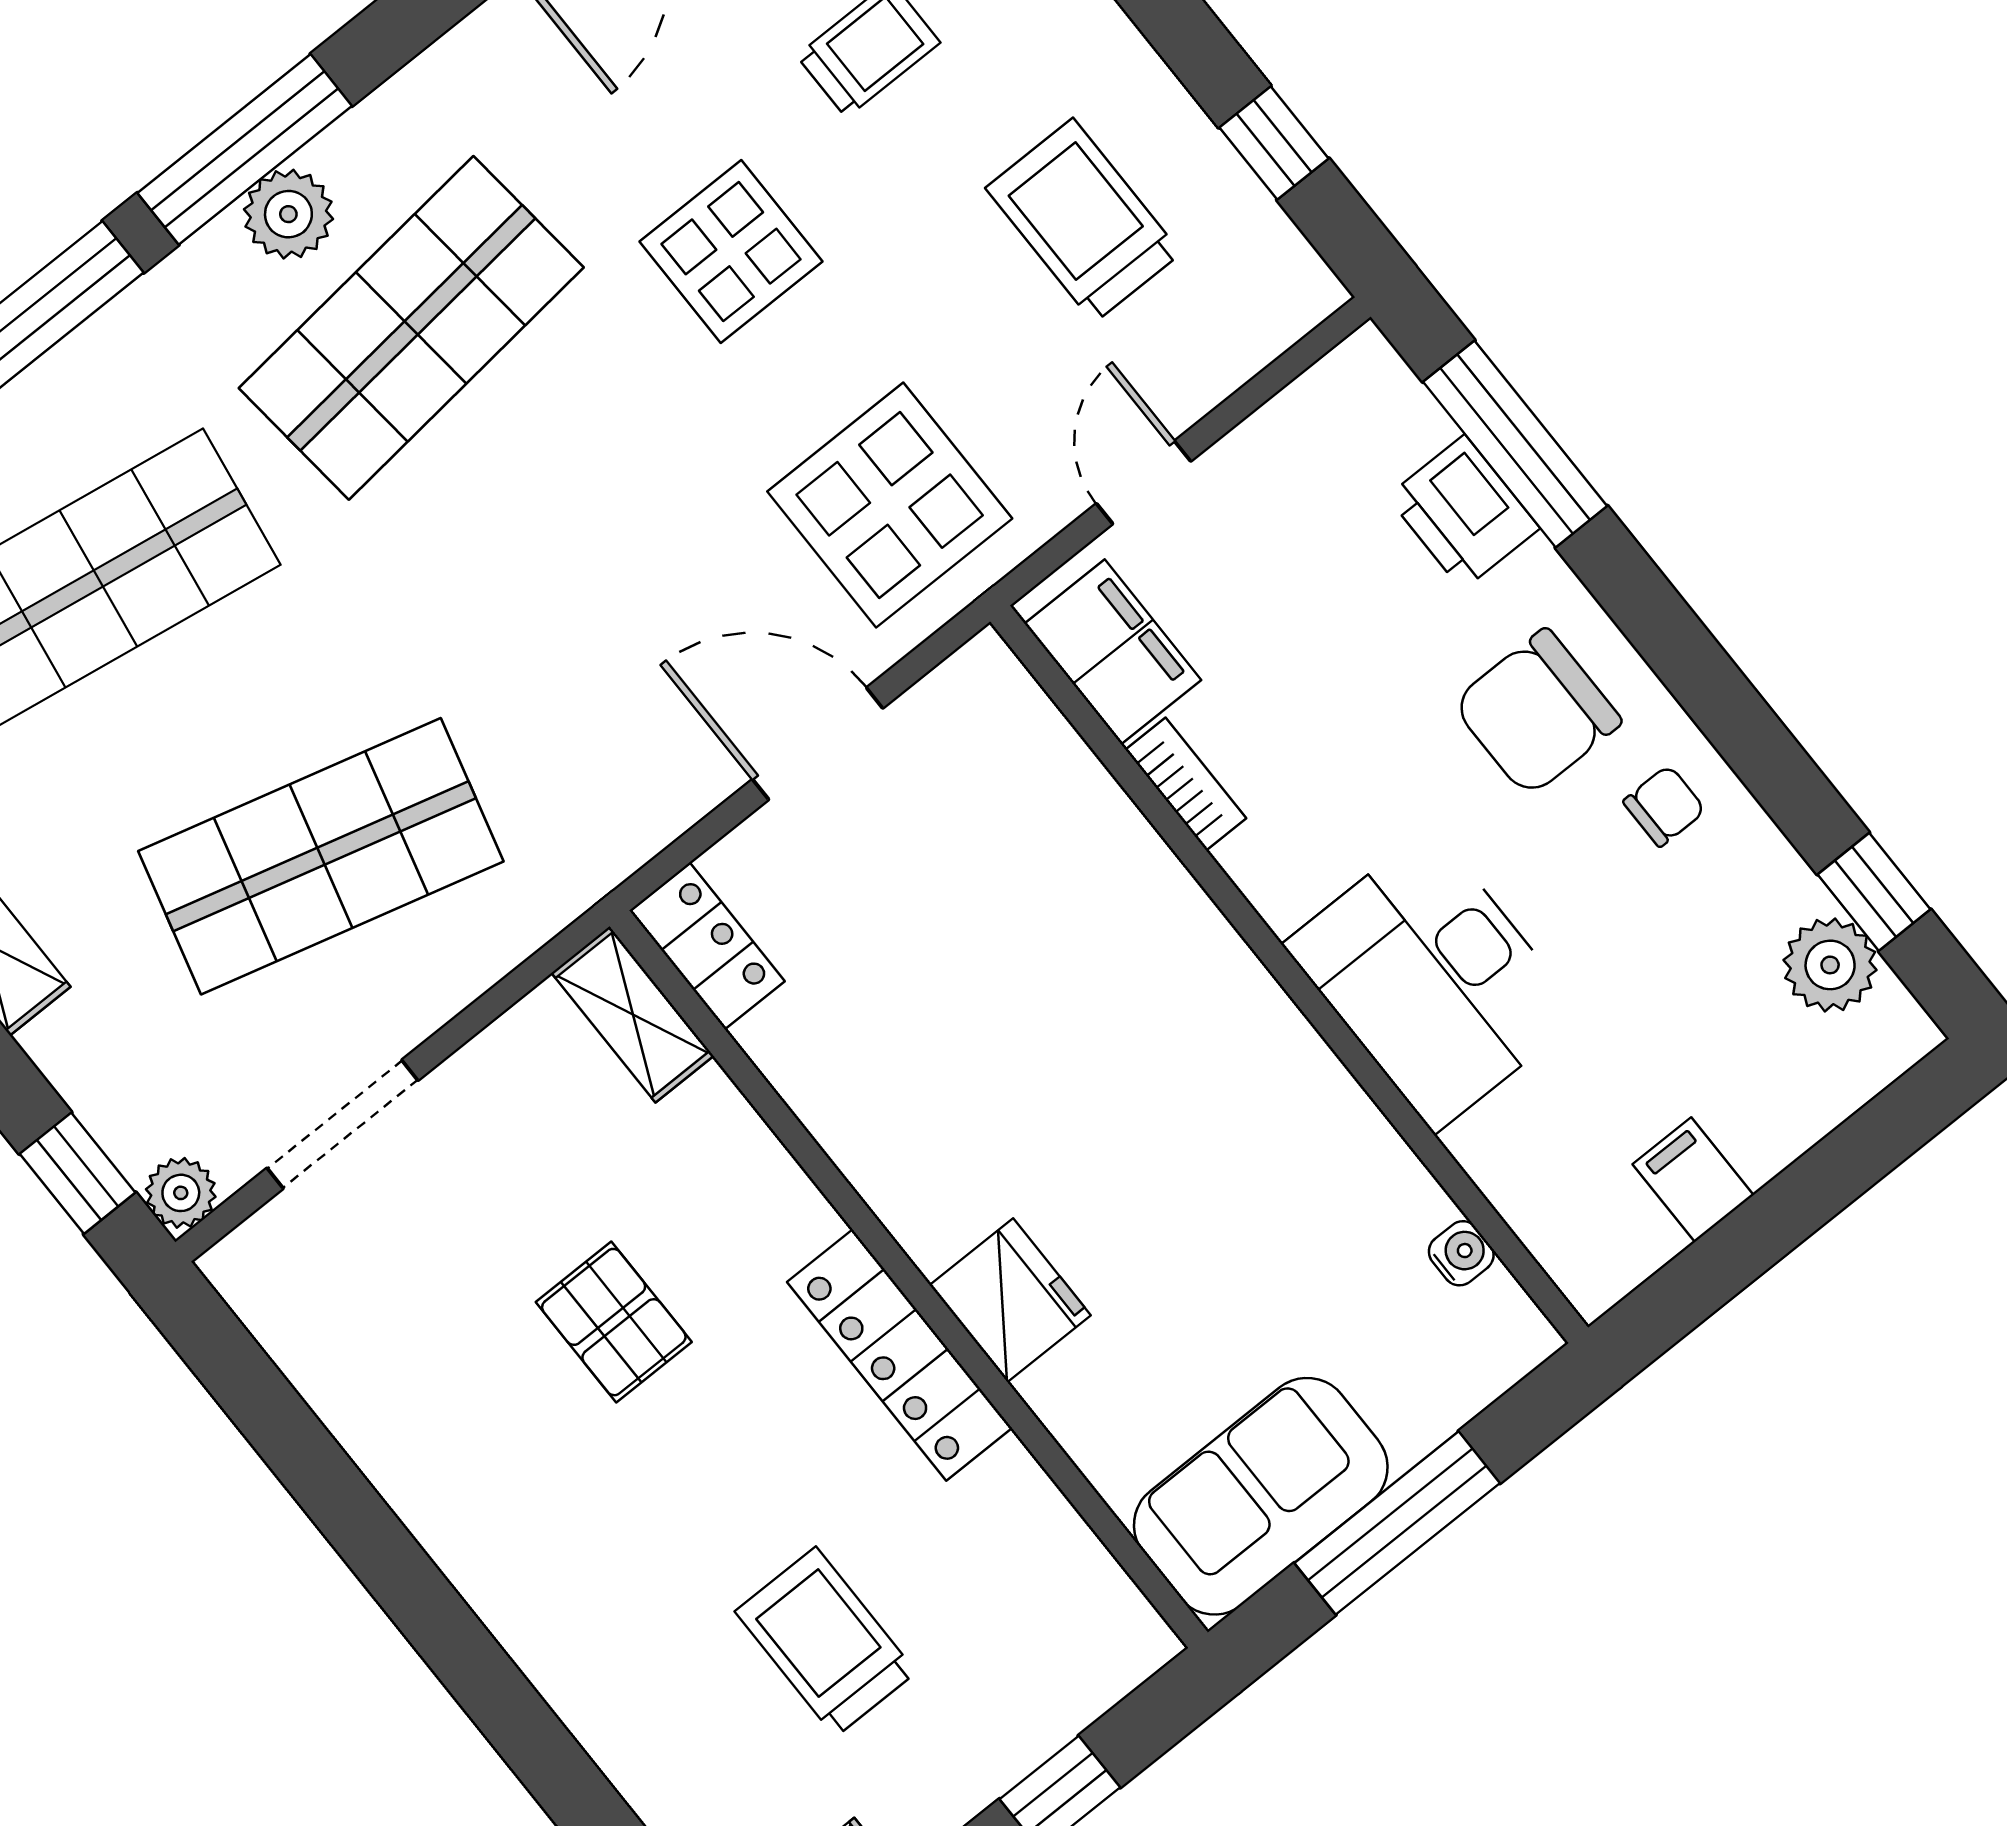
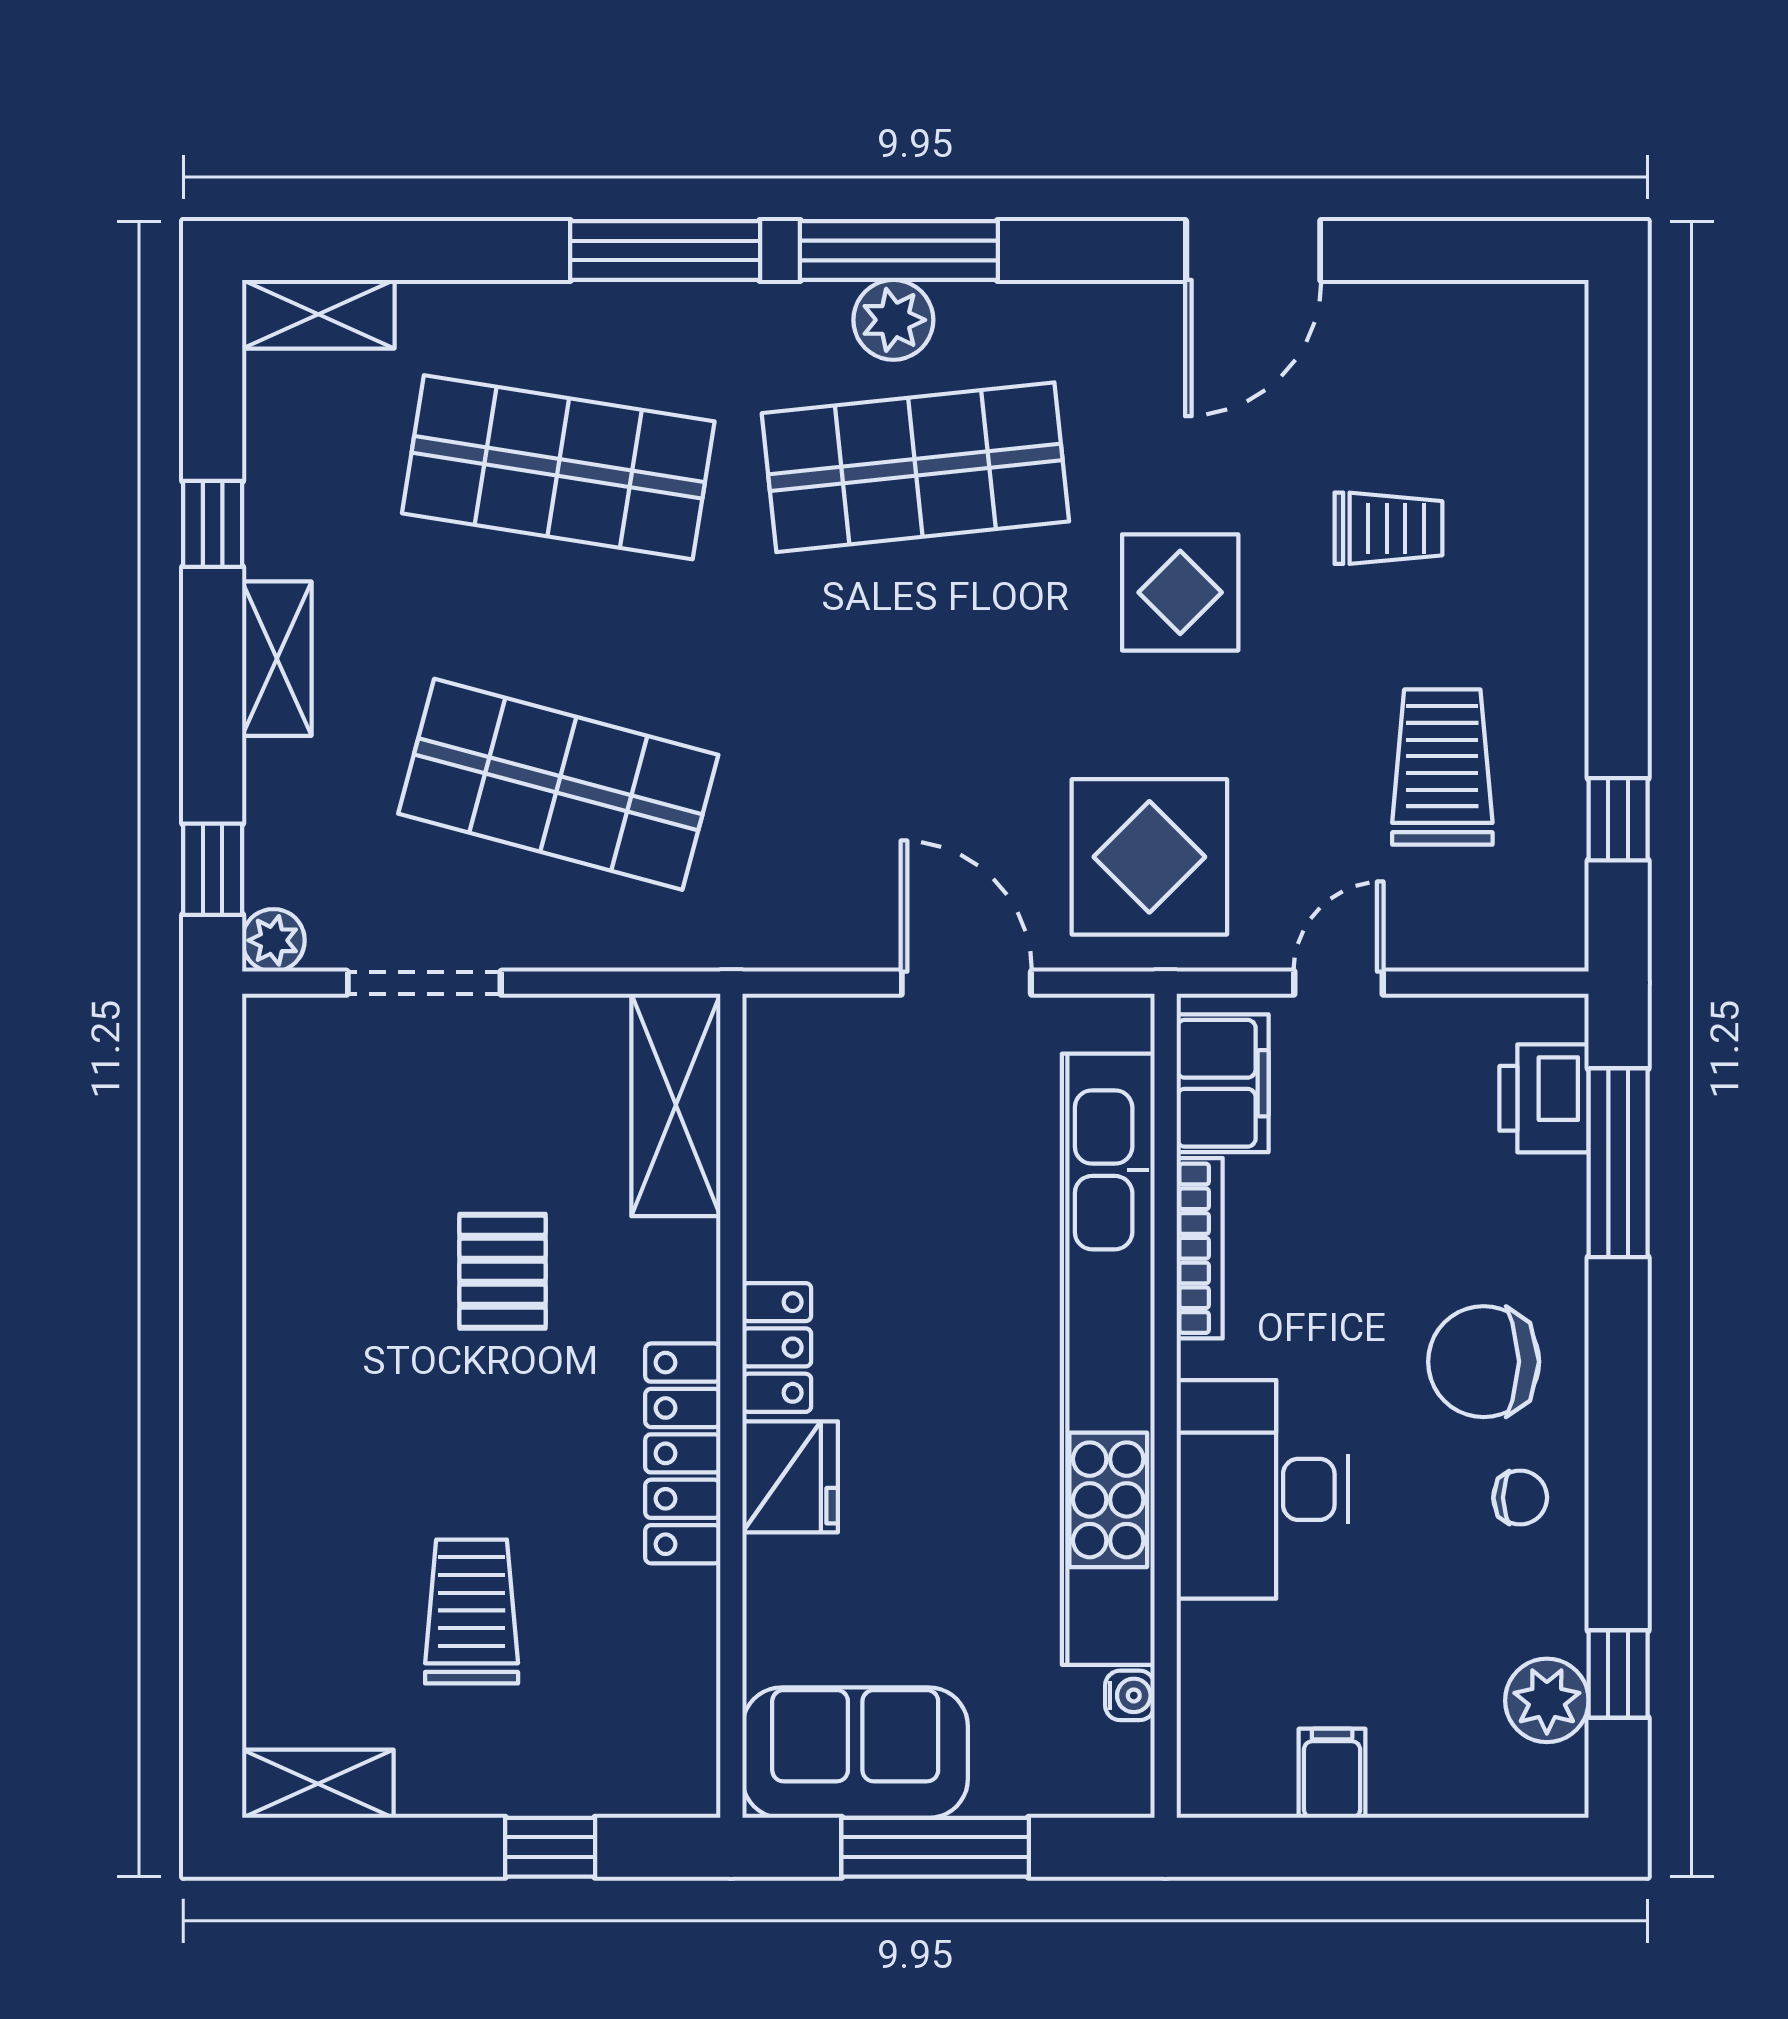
printer: (1463, 512) -> (1544, 1098), moved
bookcase: (1186, 784) -> (1200, 1248), width x1.56
locker: (707, 946) -> (777, 1347), moved
kitchen unit: (1206, 974) -> (1108, 1359), added
shelving: (633, 1014) -> (676, 1105), width x1.50, depth x1.33

